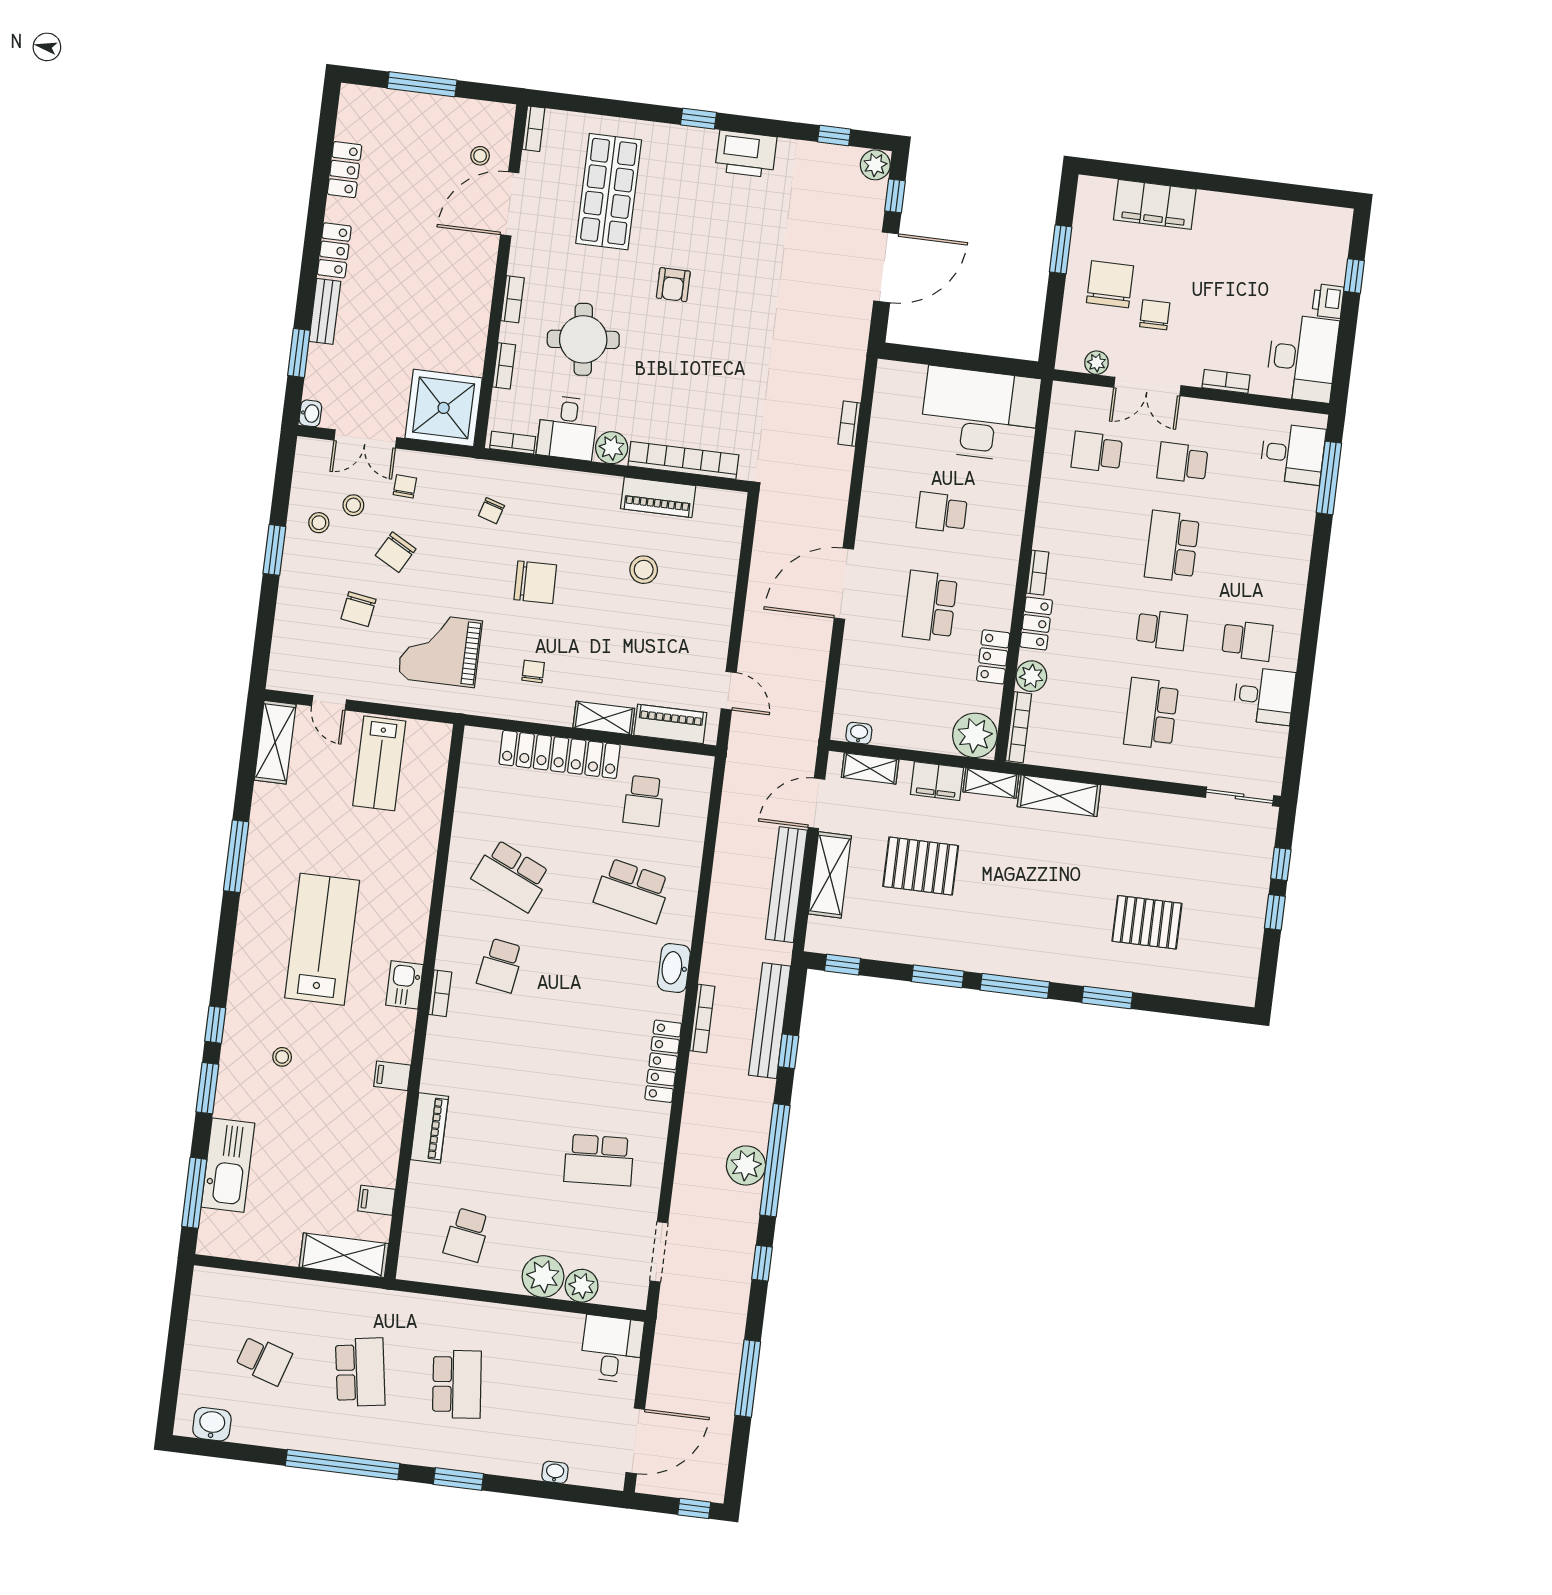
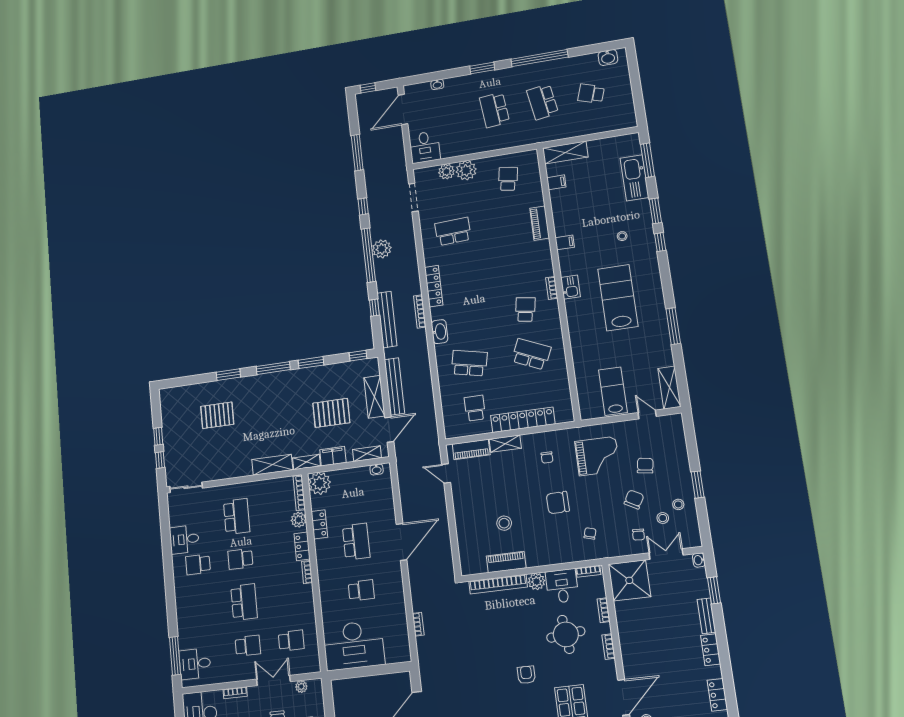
lab bench: (322, 939) -> (618, 298), turned 180

